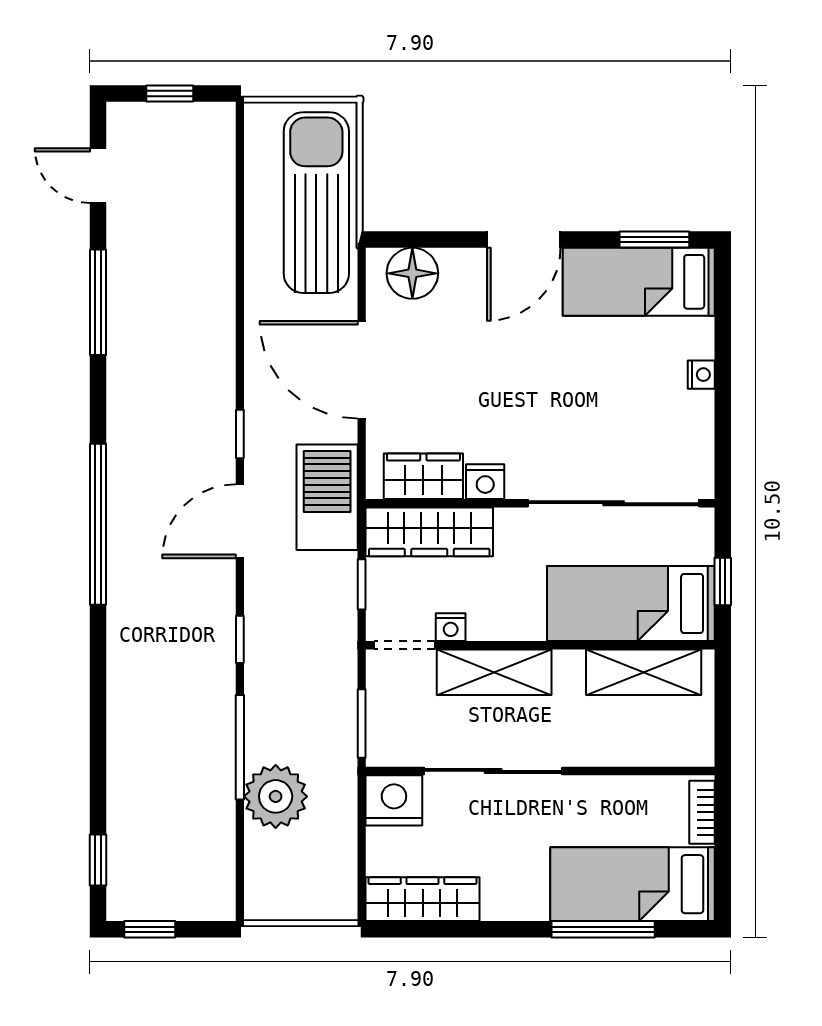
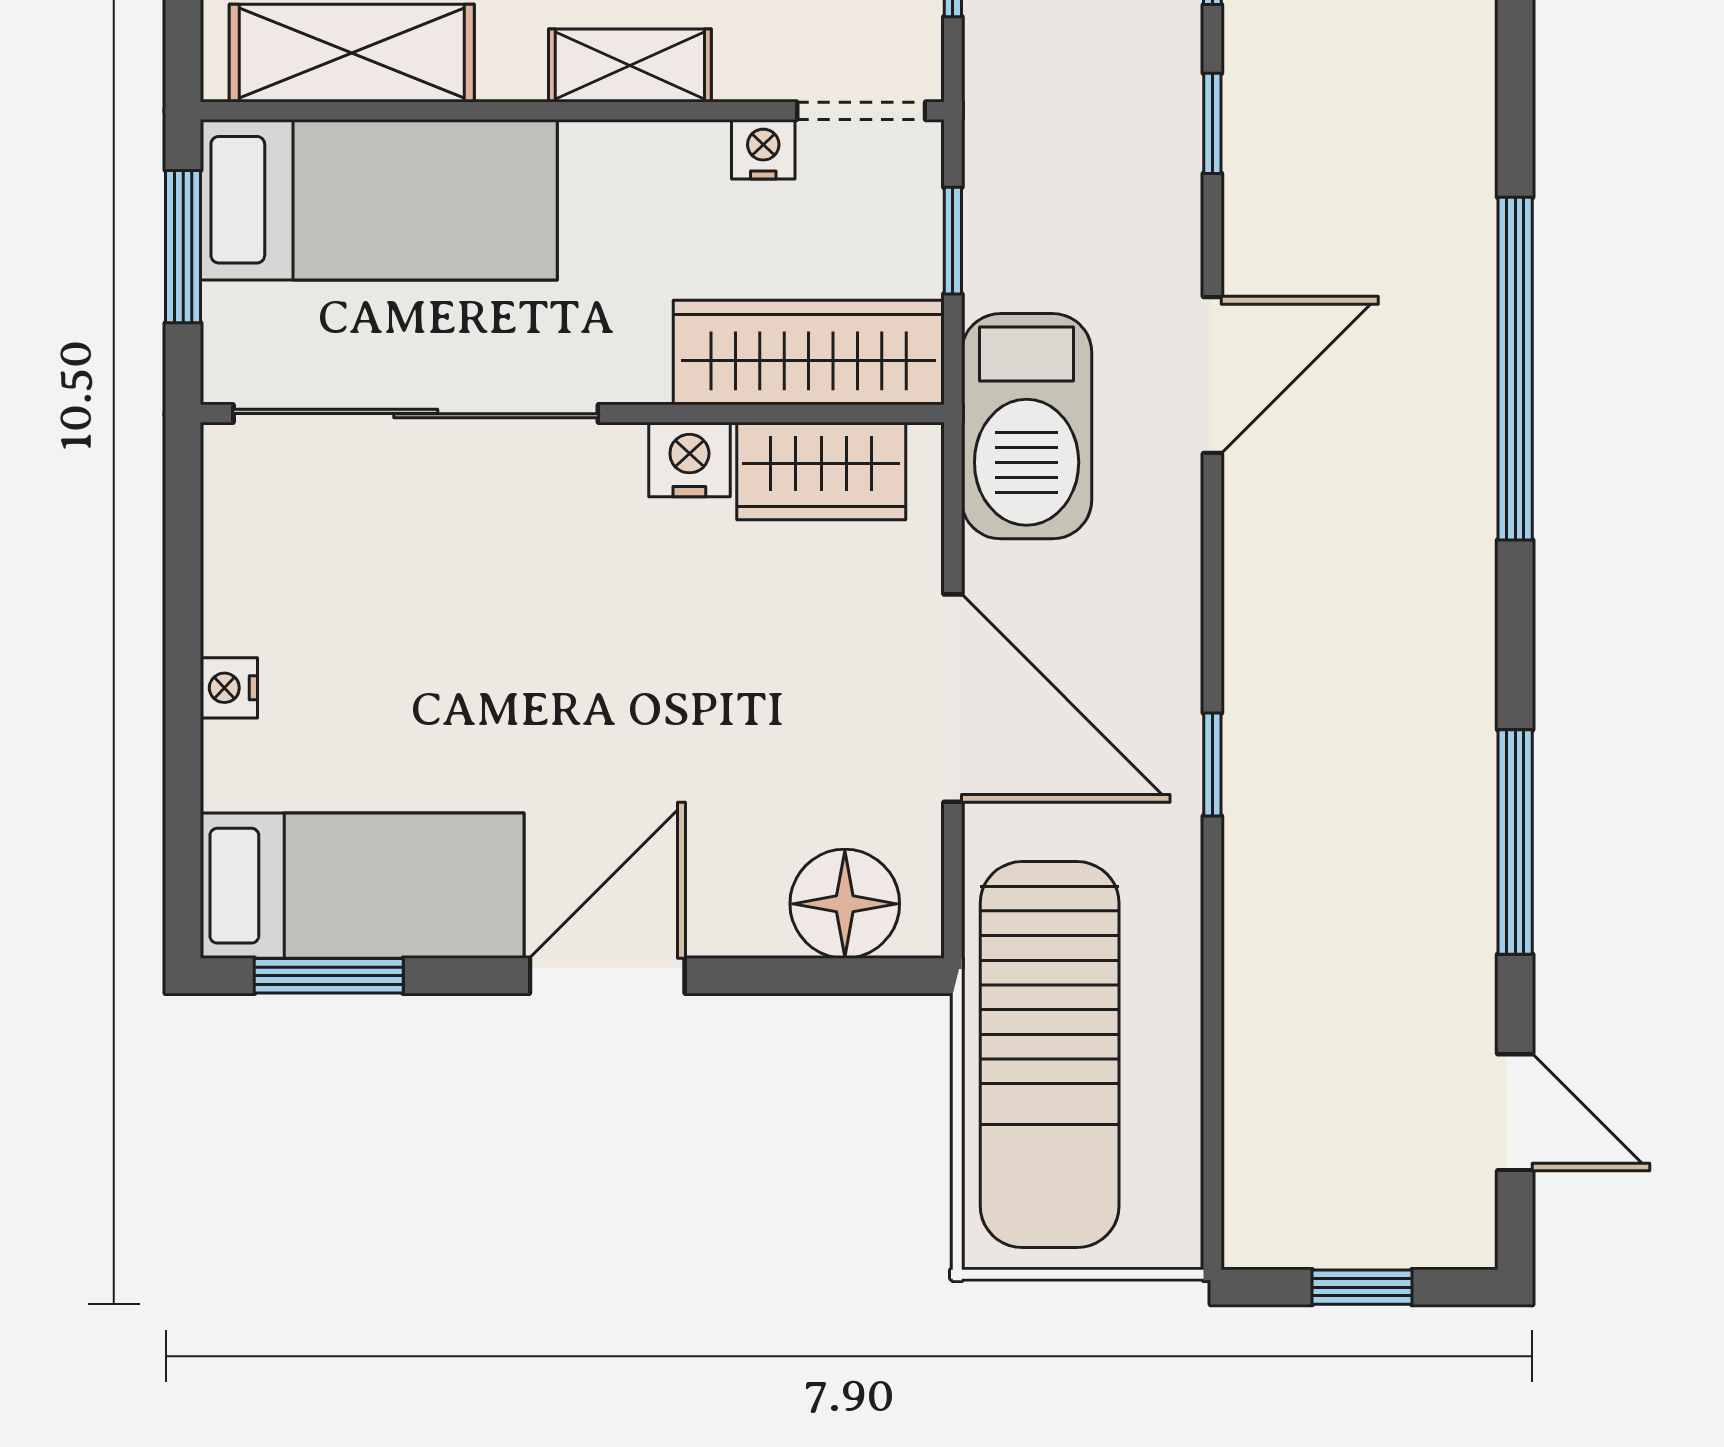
window: (240, 434) -> (1212, 765), moved
window: (723, 582) -> (183, 247), width x1.50
shelving: (494, 672) -> (630, 66), width x0.67, depth x0.75

